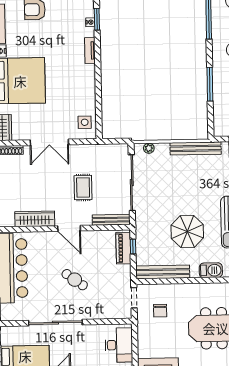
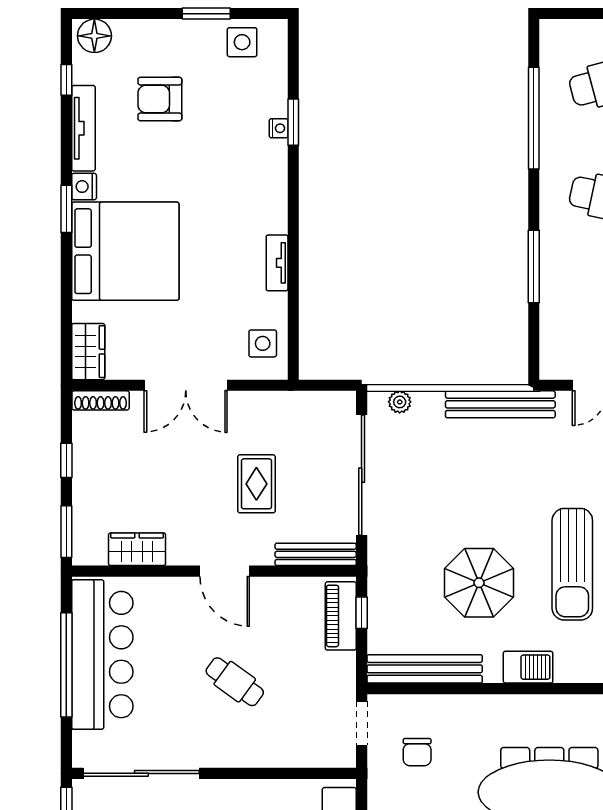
tv unit: (90, 50) -> (277, 263), moved
wardrobe: (35, 219) -> (137, 549), width x0.67
sliding door: (55, 323) -> (141, 773), moved

